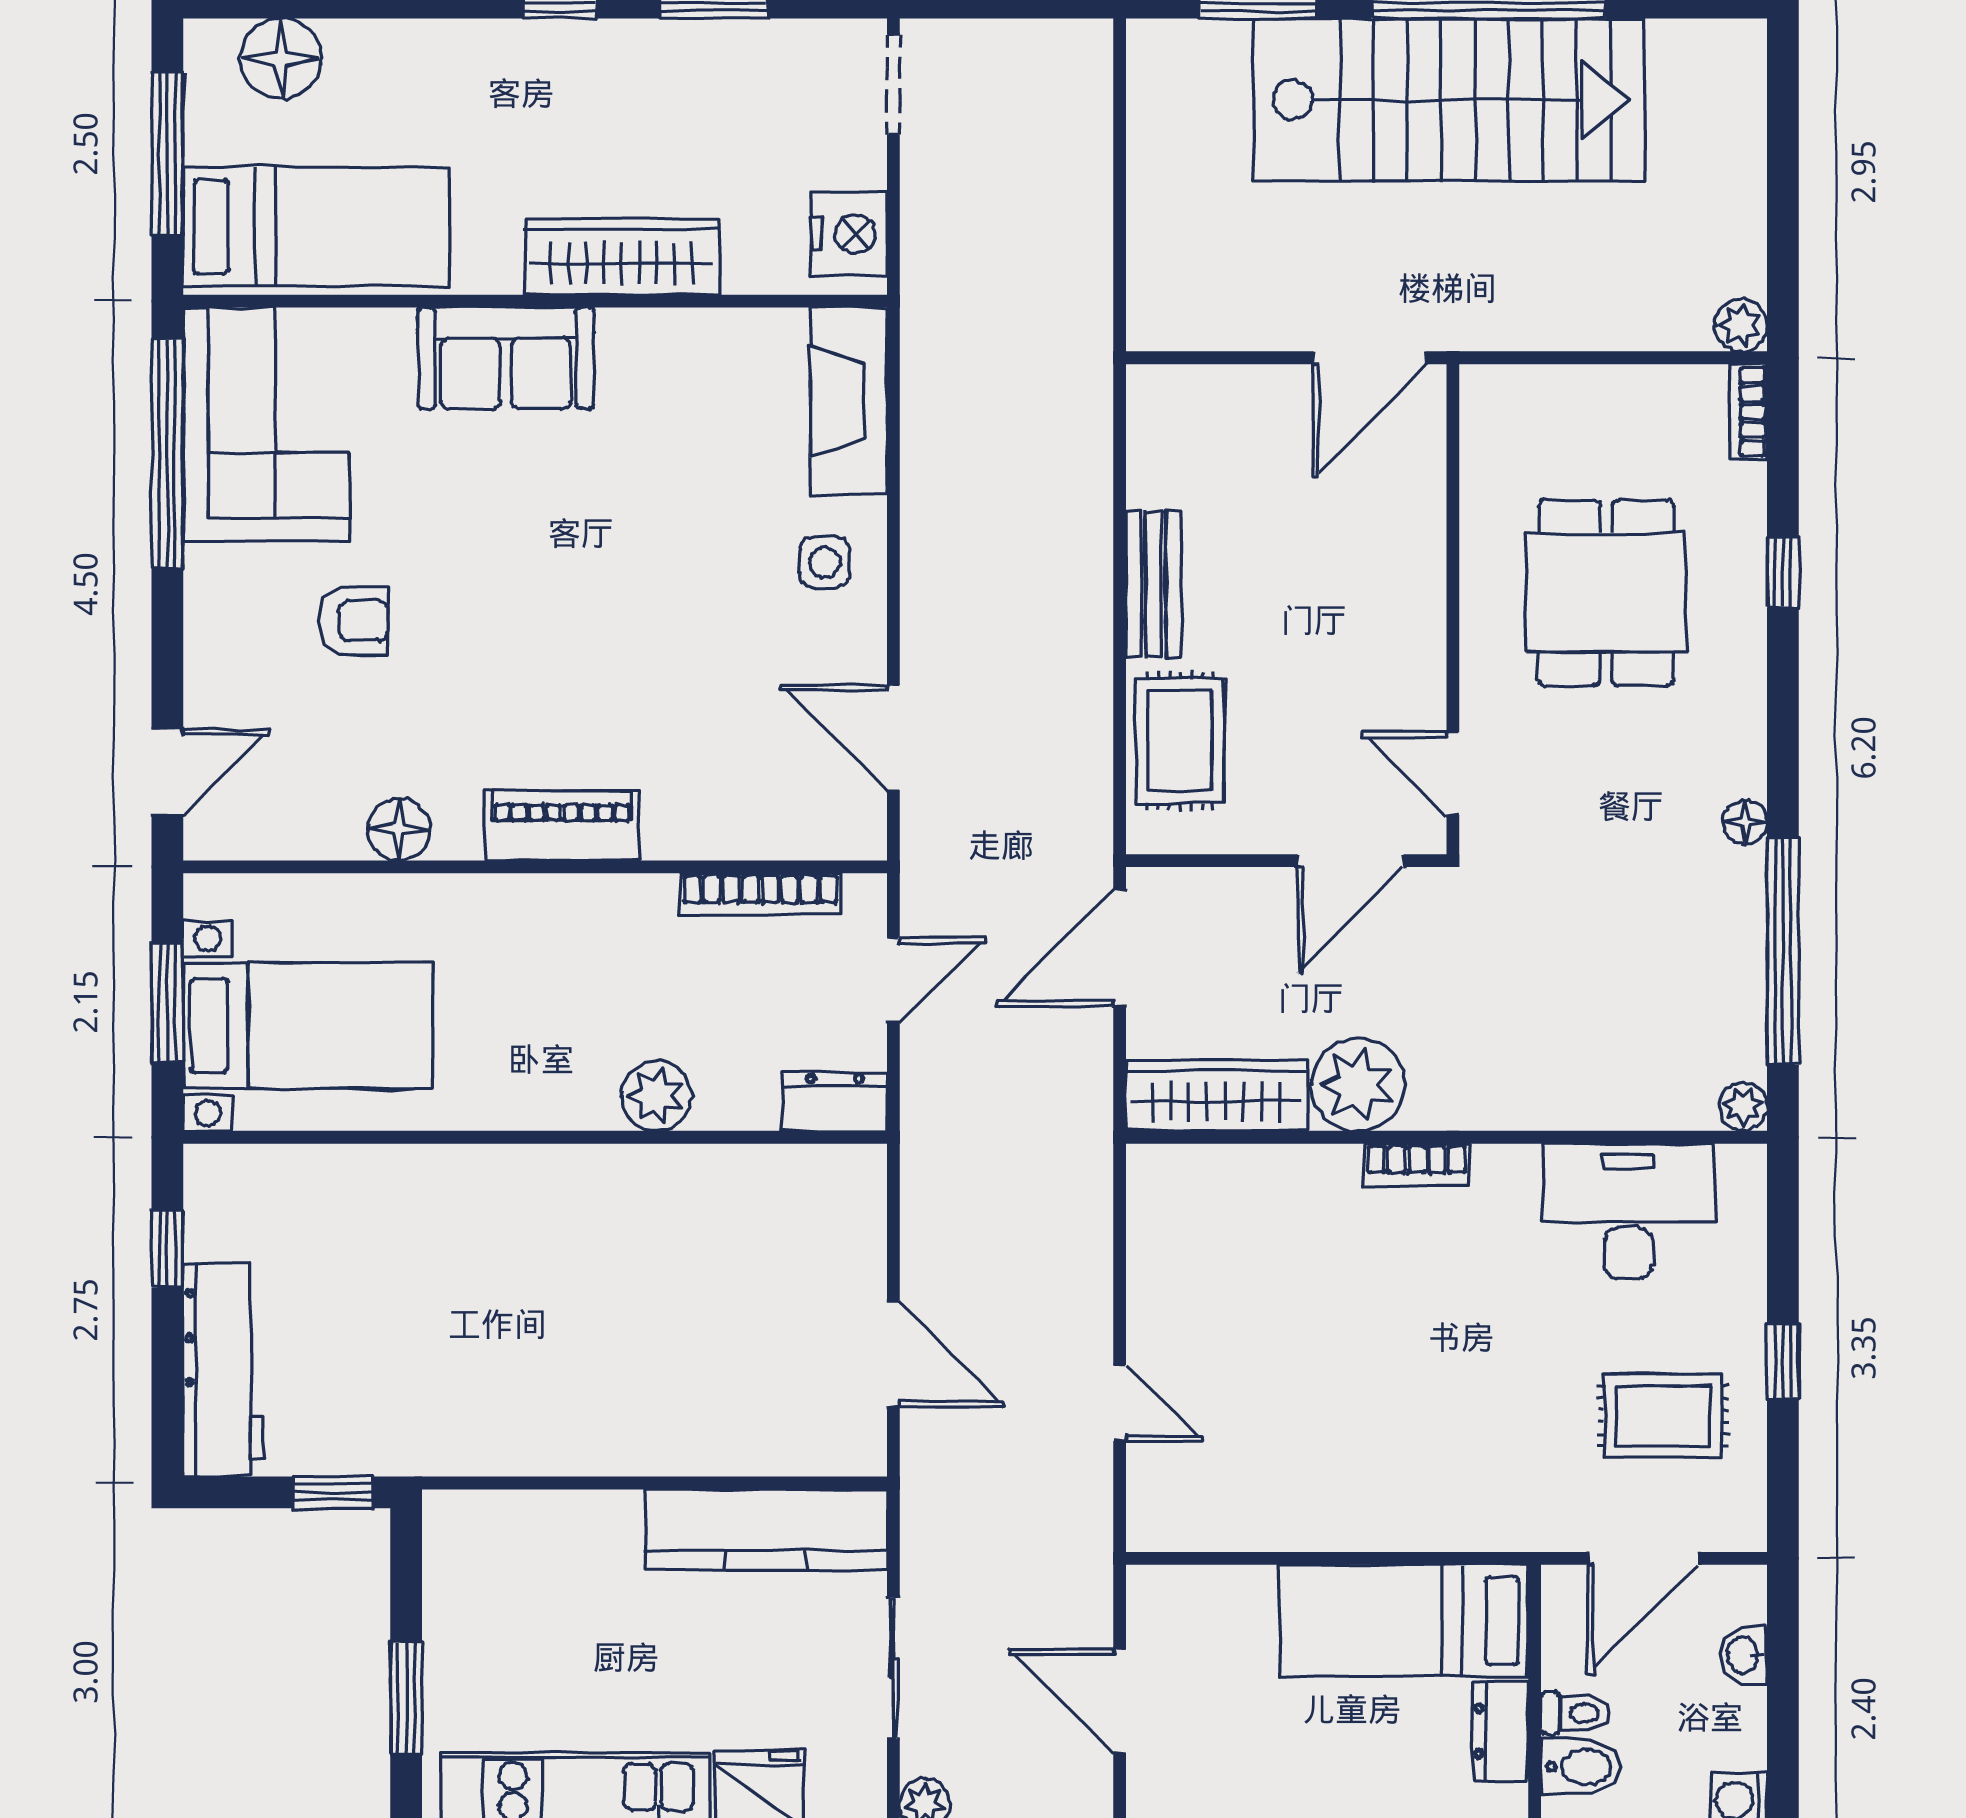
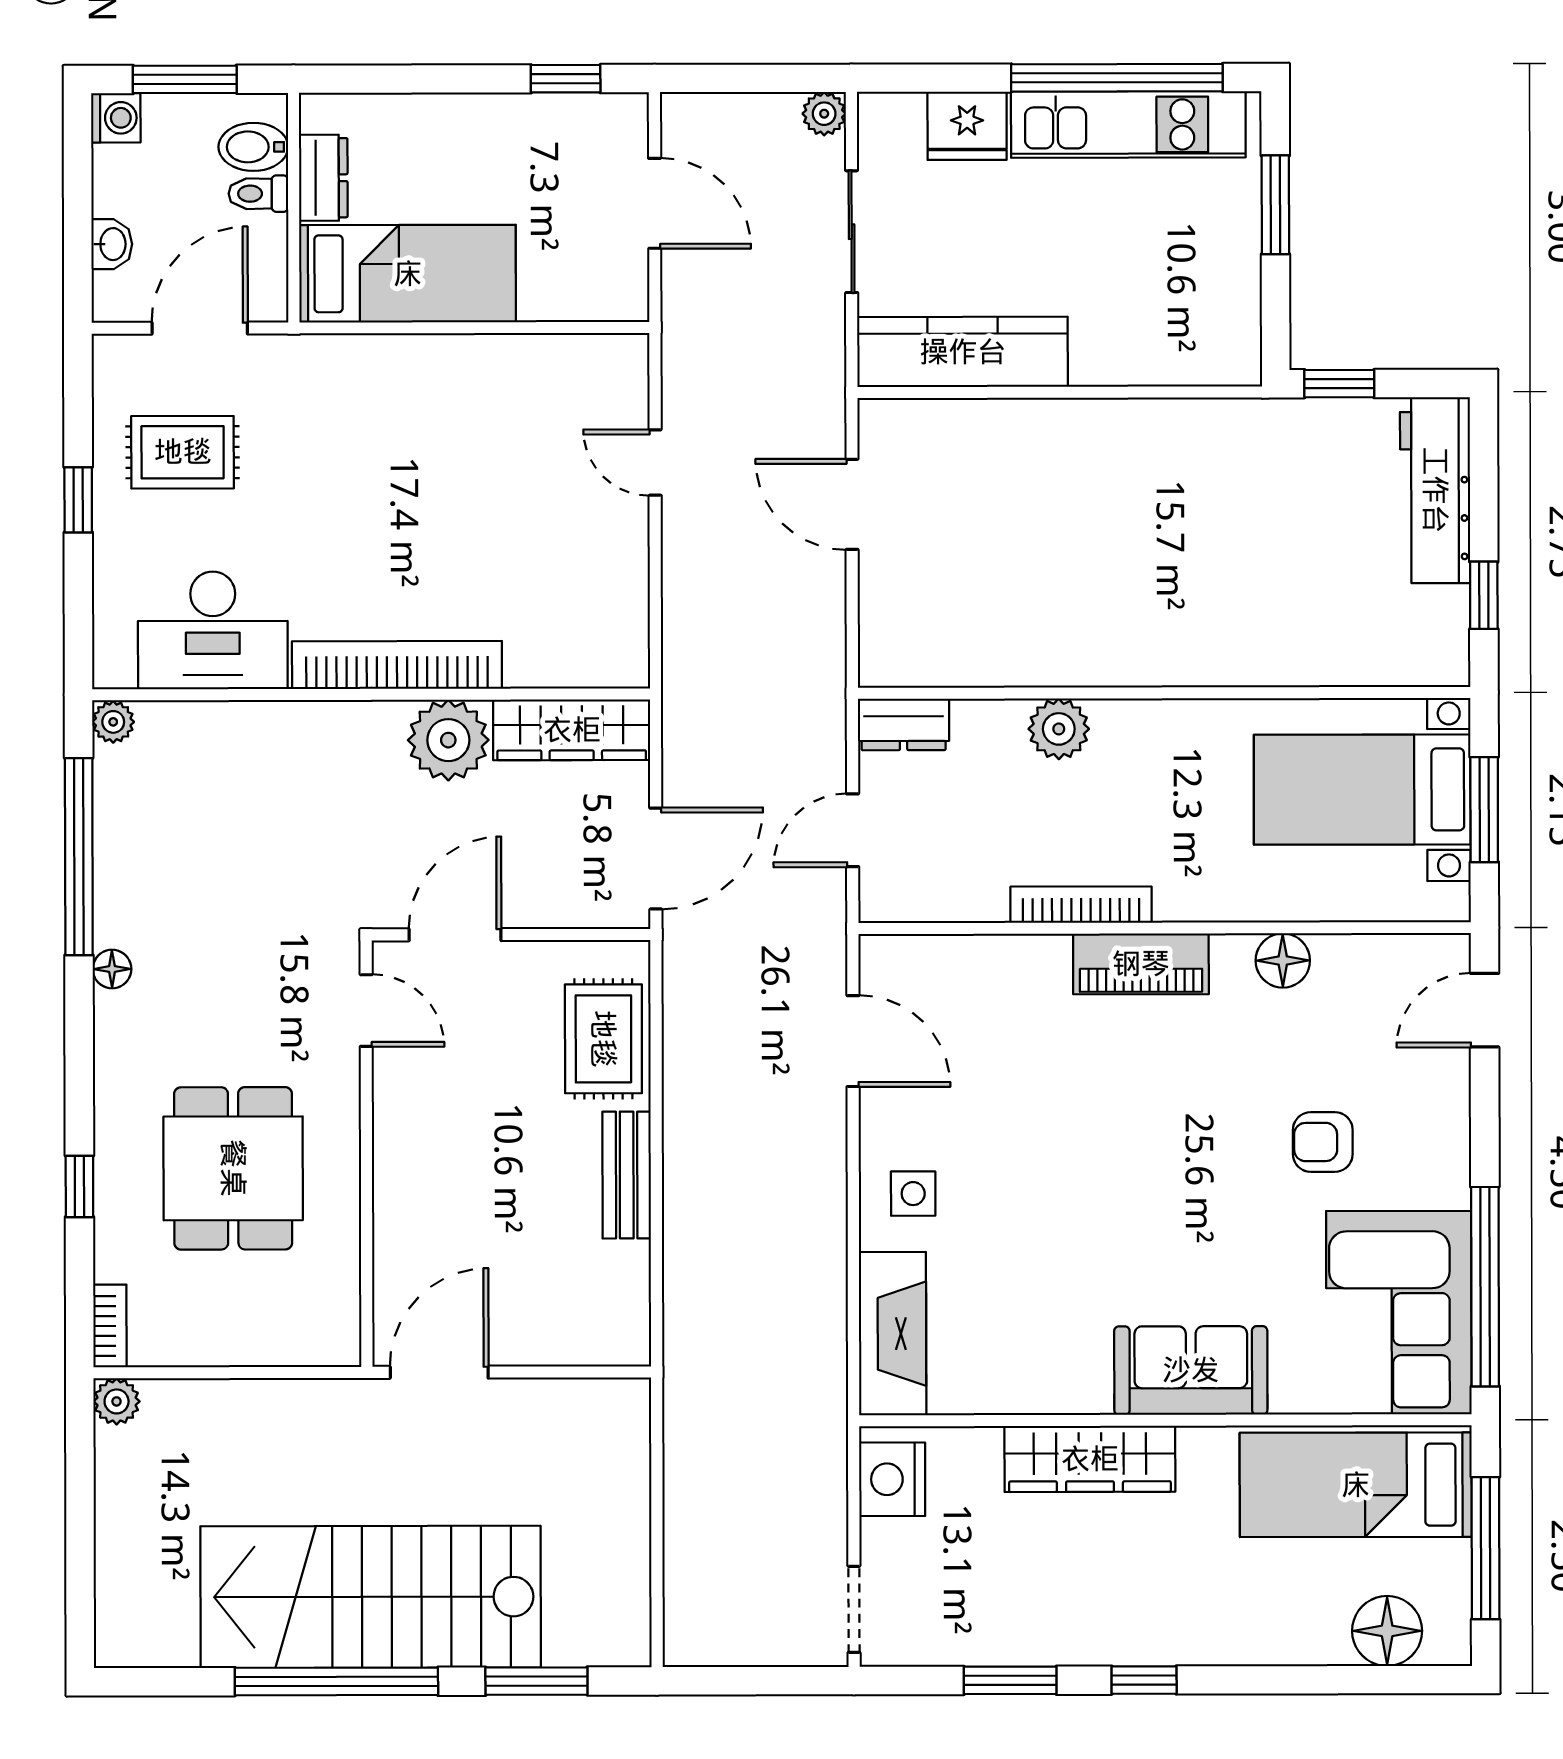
bookcase: (761, 894) -> (1081, 905), moved
bookcase: (1417, 1164) -> (397, 665), width x2.31, depth x1.31

